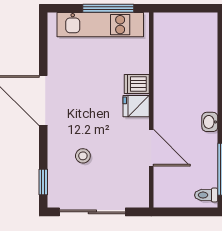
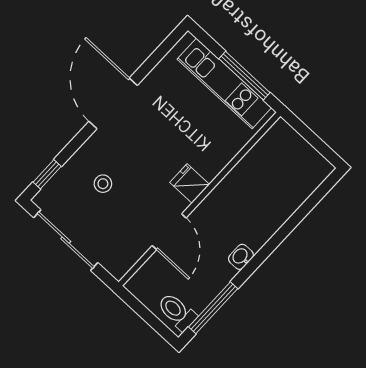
dishwasher: (137, 84) -> (208, 165), removed
toilet: (206, 195) -> (177, 312), width x1.37, depth x1.39

